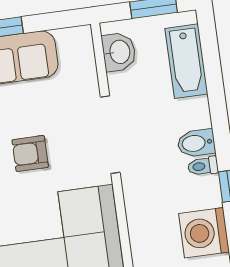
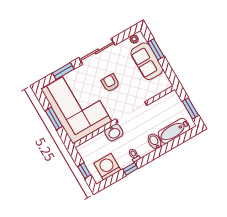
washbasin: (119, 52) -> (114, 132), moved
bidet: (196, 143) -> (154, 141), moved

